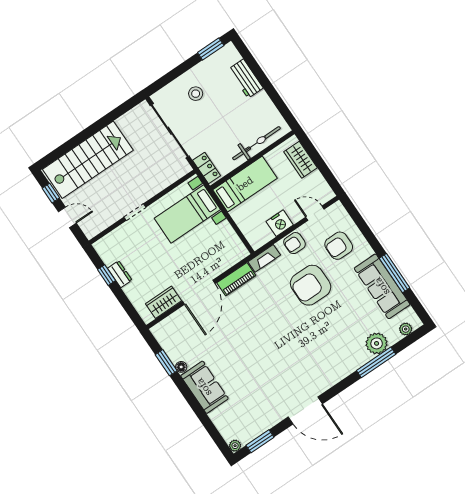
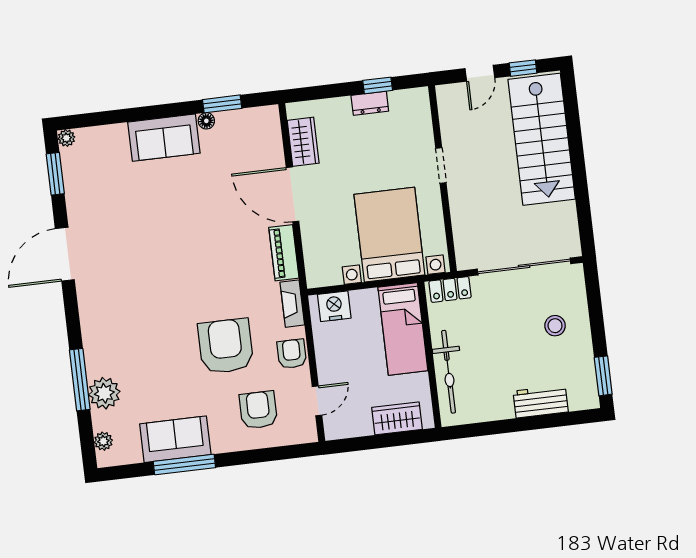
bed with nightstands: (187, 214) -> (389, 235), width x1.36
nightstand: (280, 223) -> (334, 306), moved, turned 90
sofa: (382, 286) -> (175, 439), width x0.73

